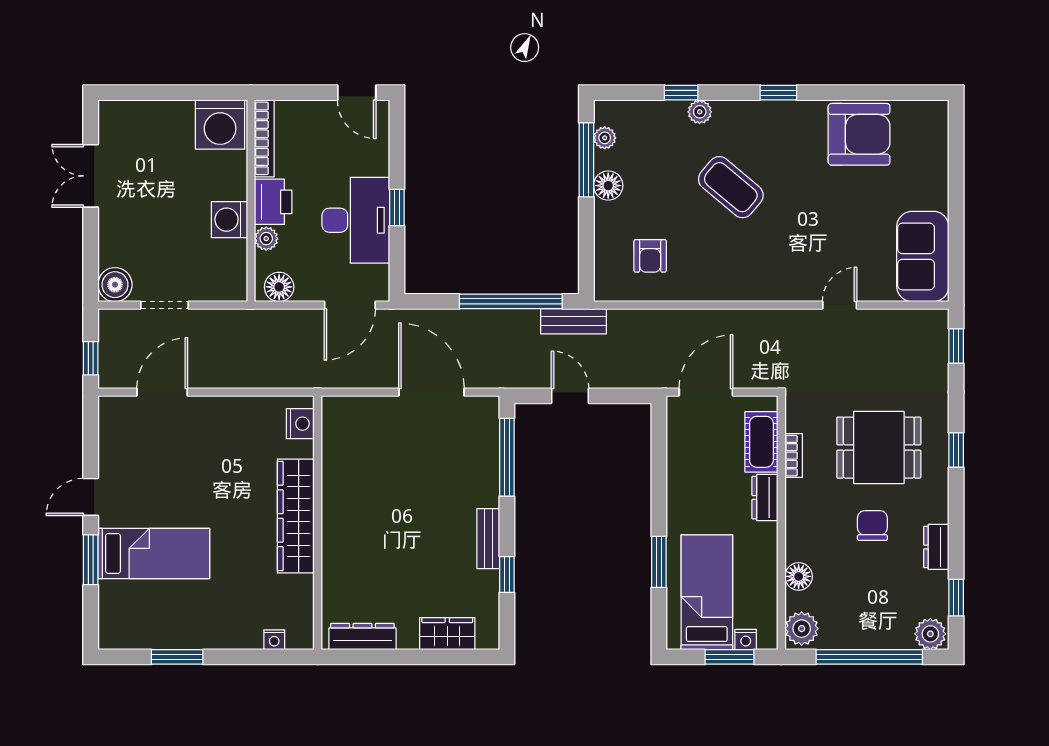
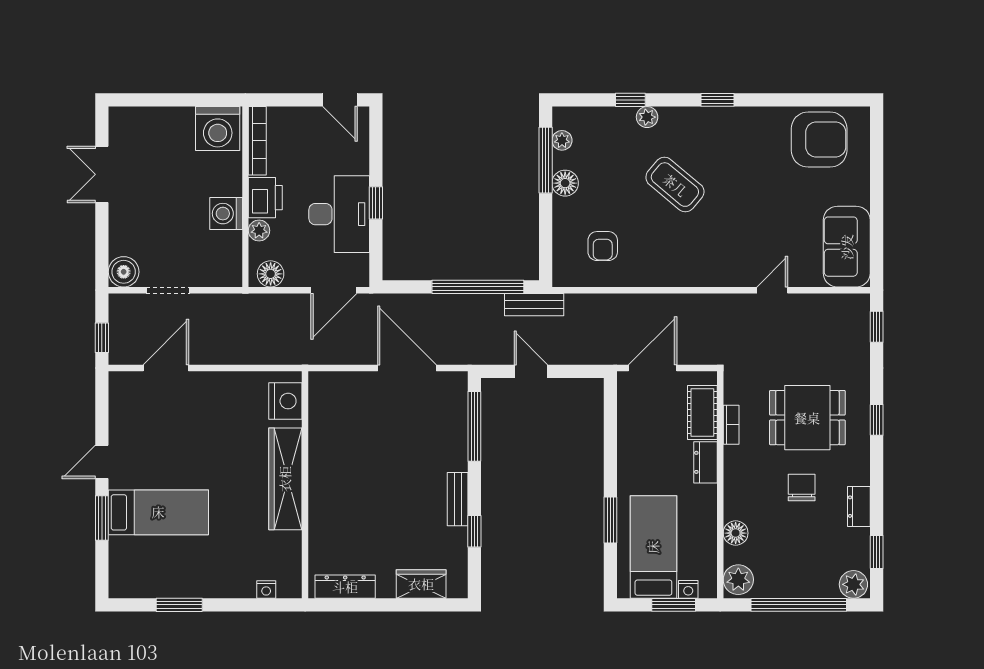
armchair: (859, 134) -> (819, 140), moved
nightstand: (300, 424) -> (285, 401), width x1.36, depth x1.33

